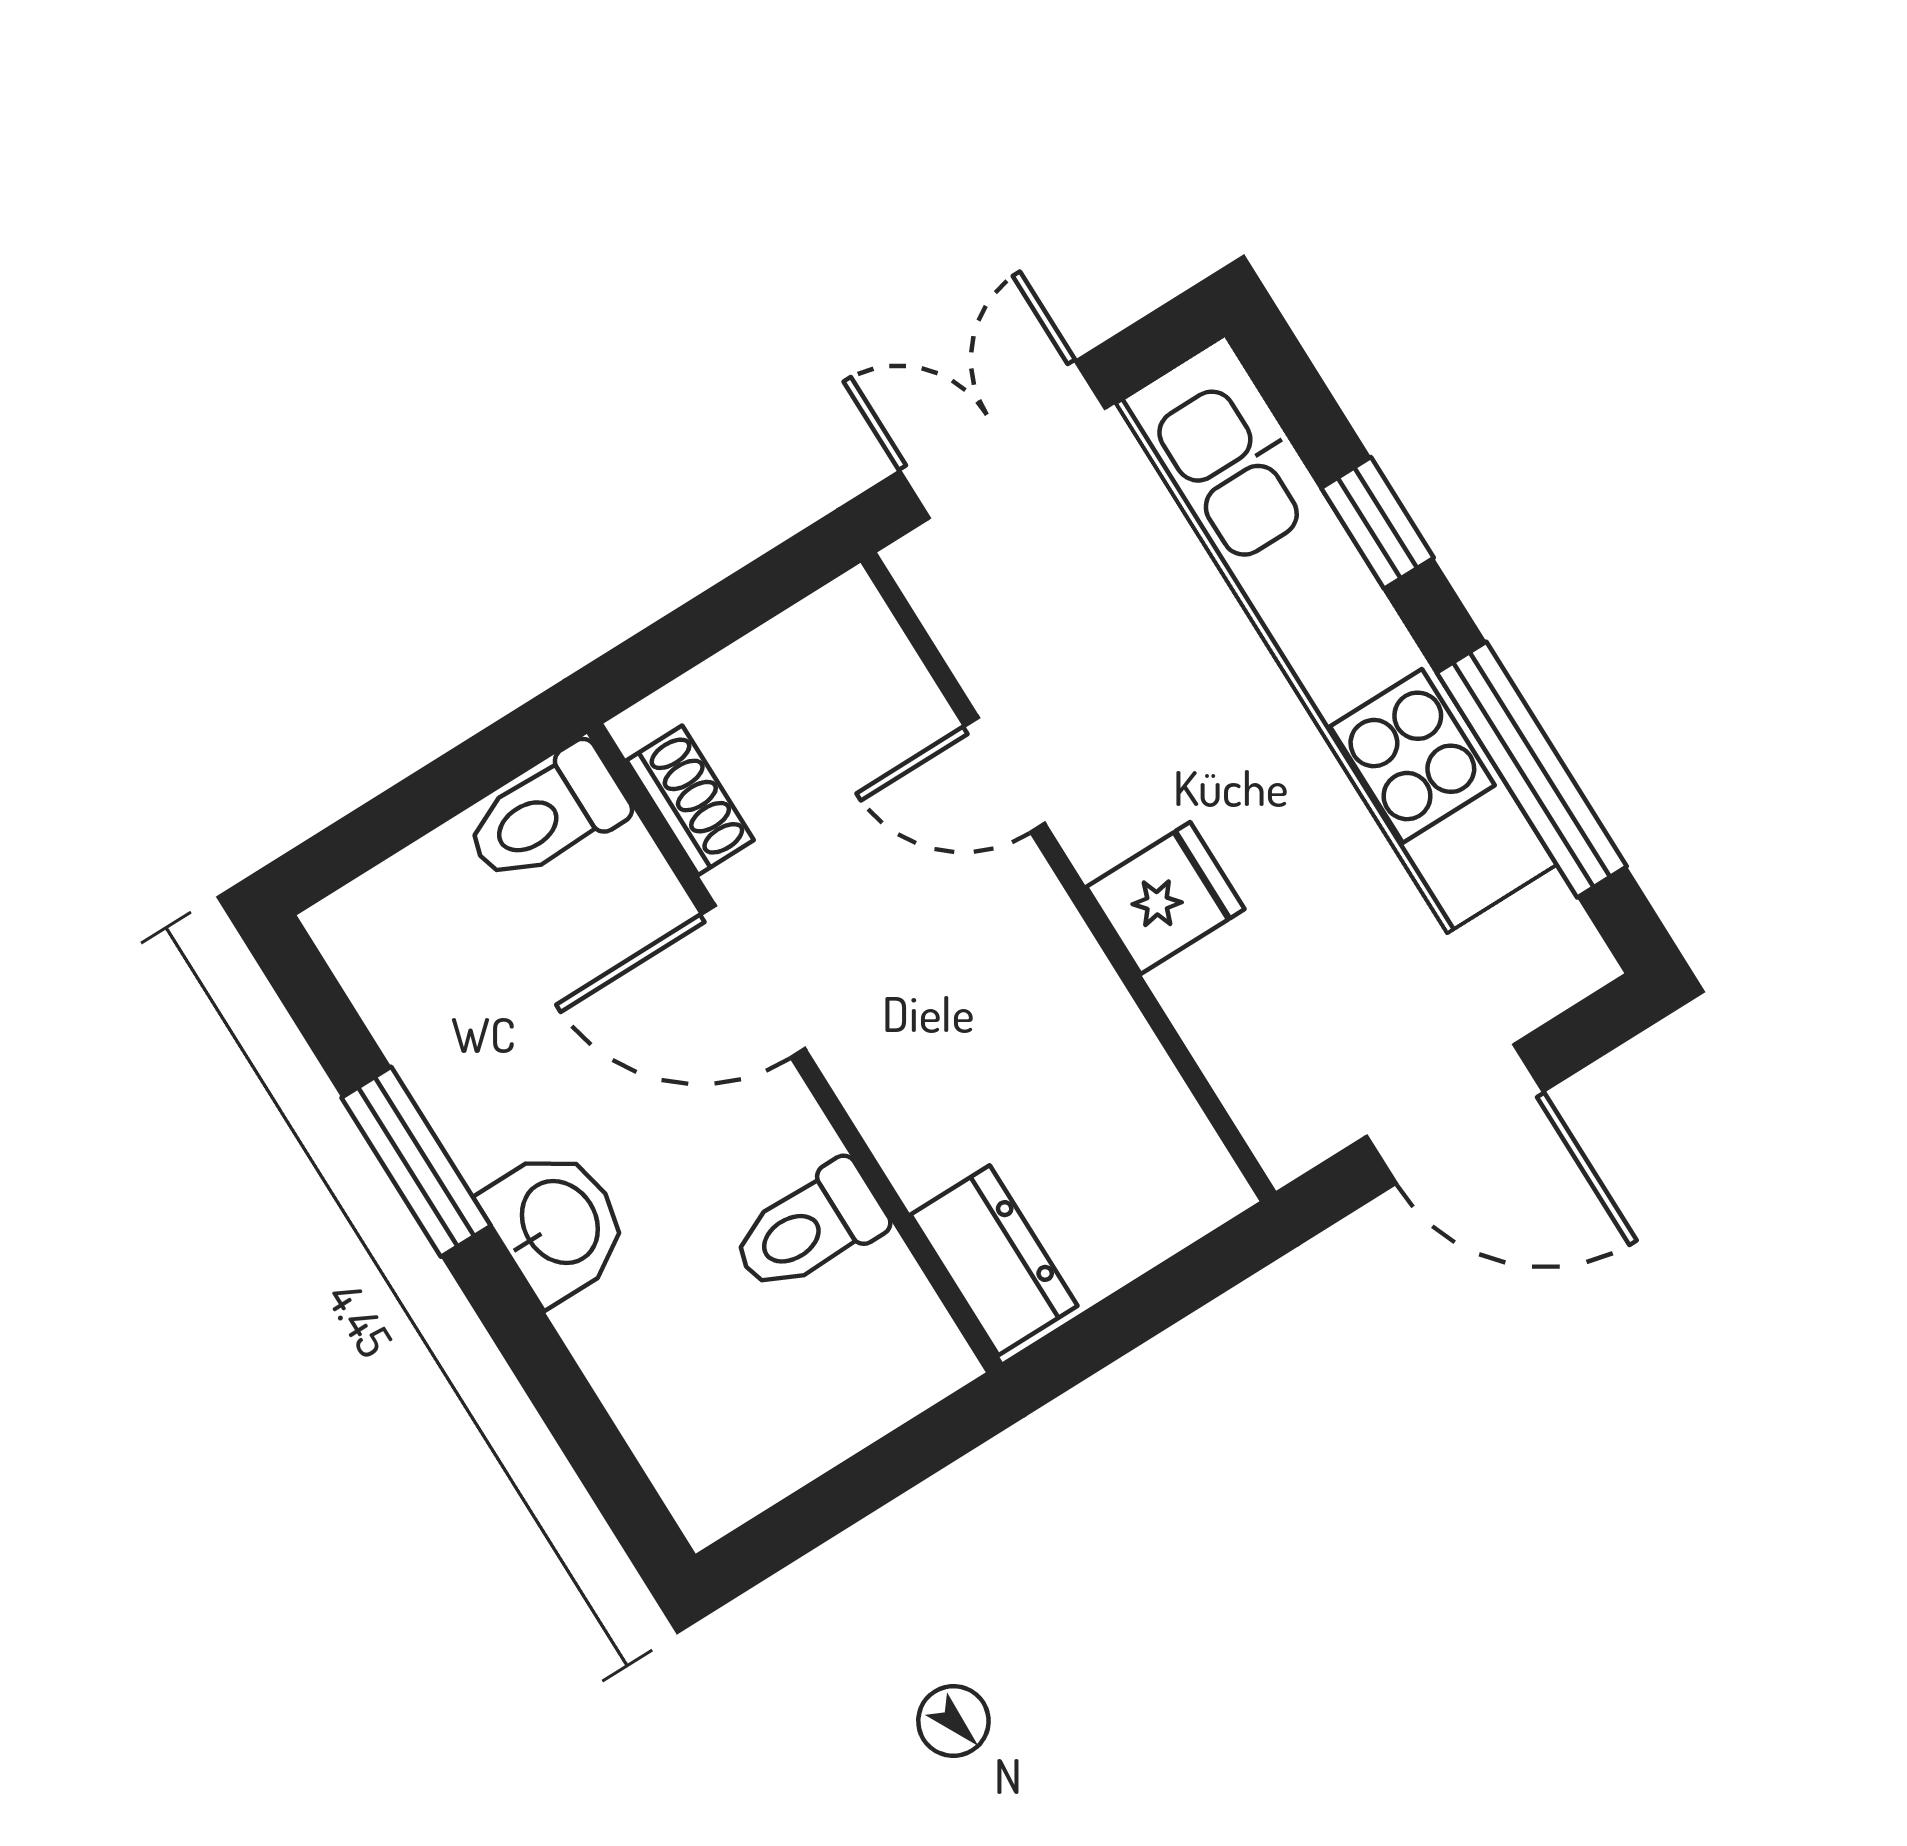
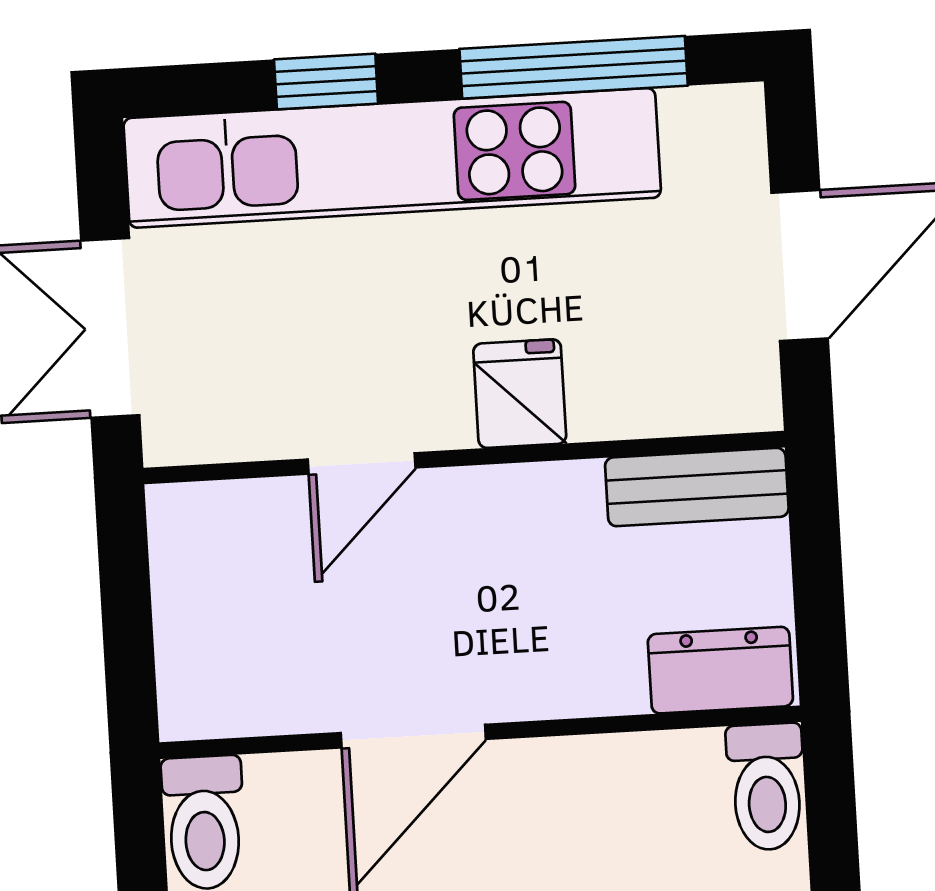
shoe rack: (690, 800) -> (252, 709), removed
bench: (1169, 1133) -> (697, 487), added
toilet: (809, 1228) -> (766, 787), moved

